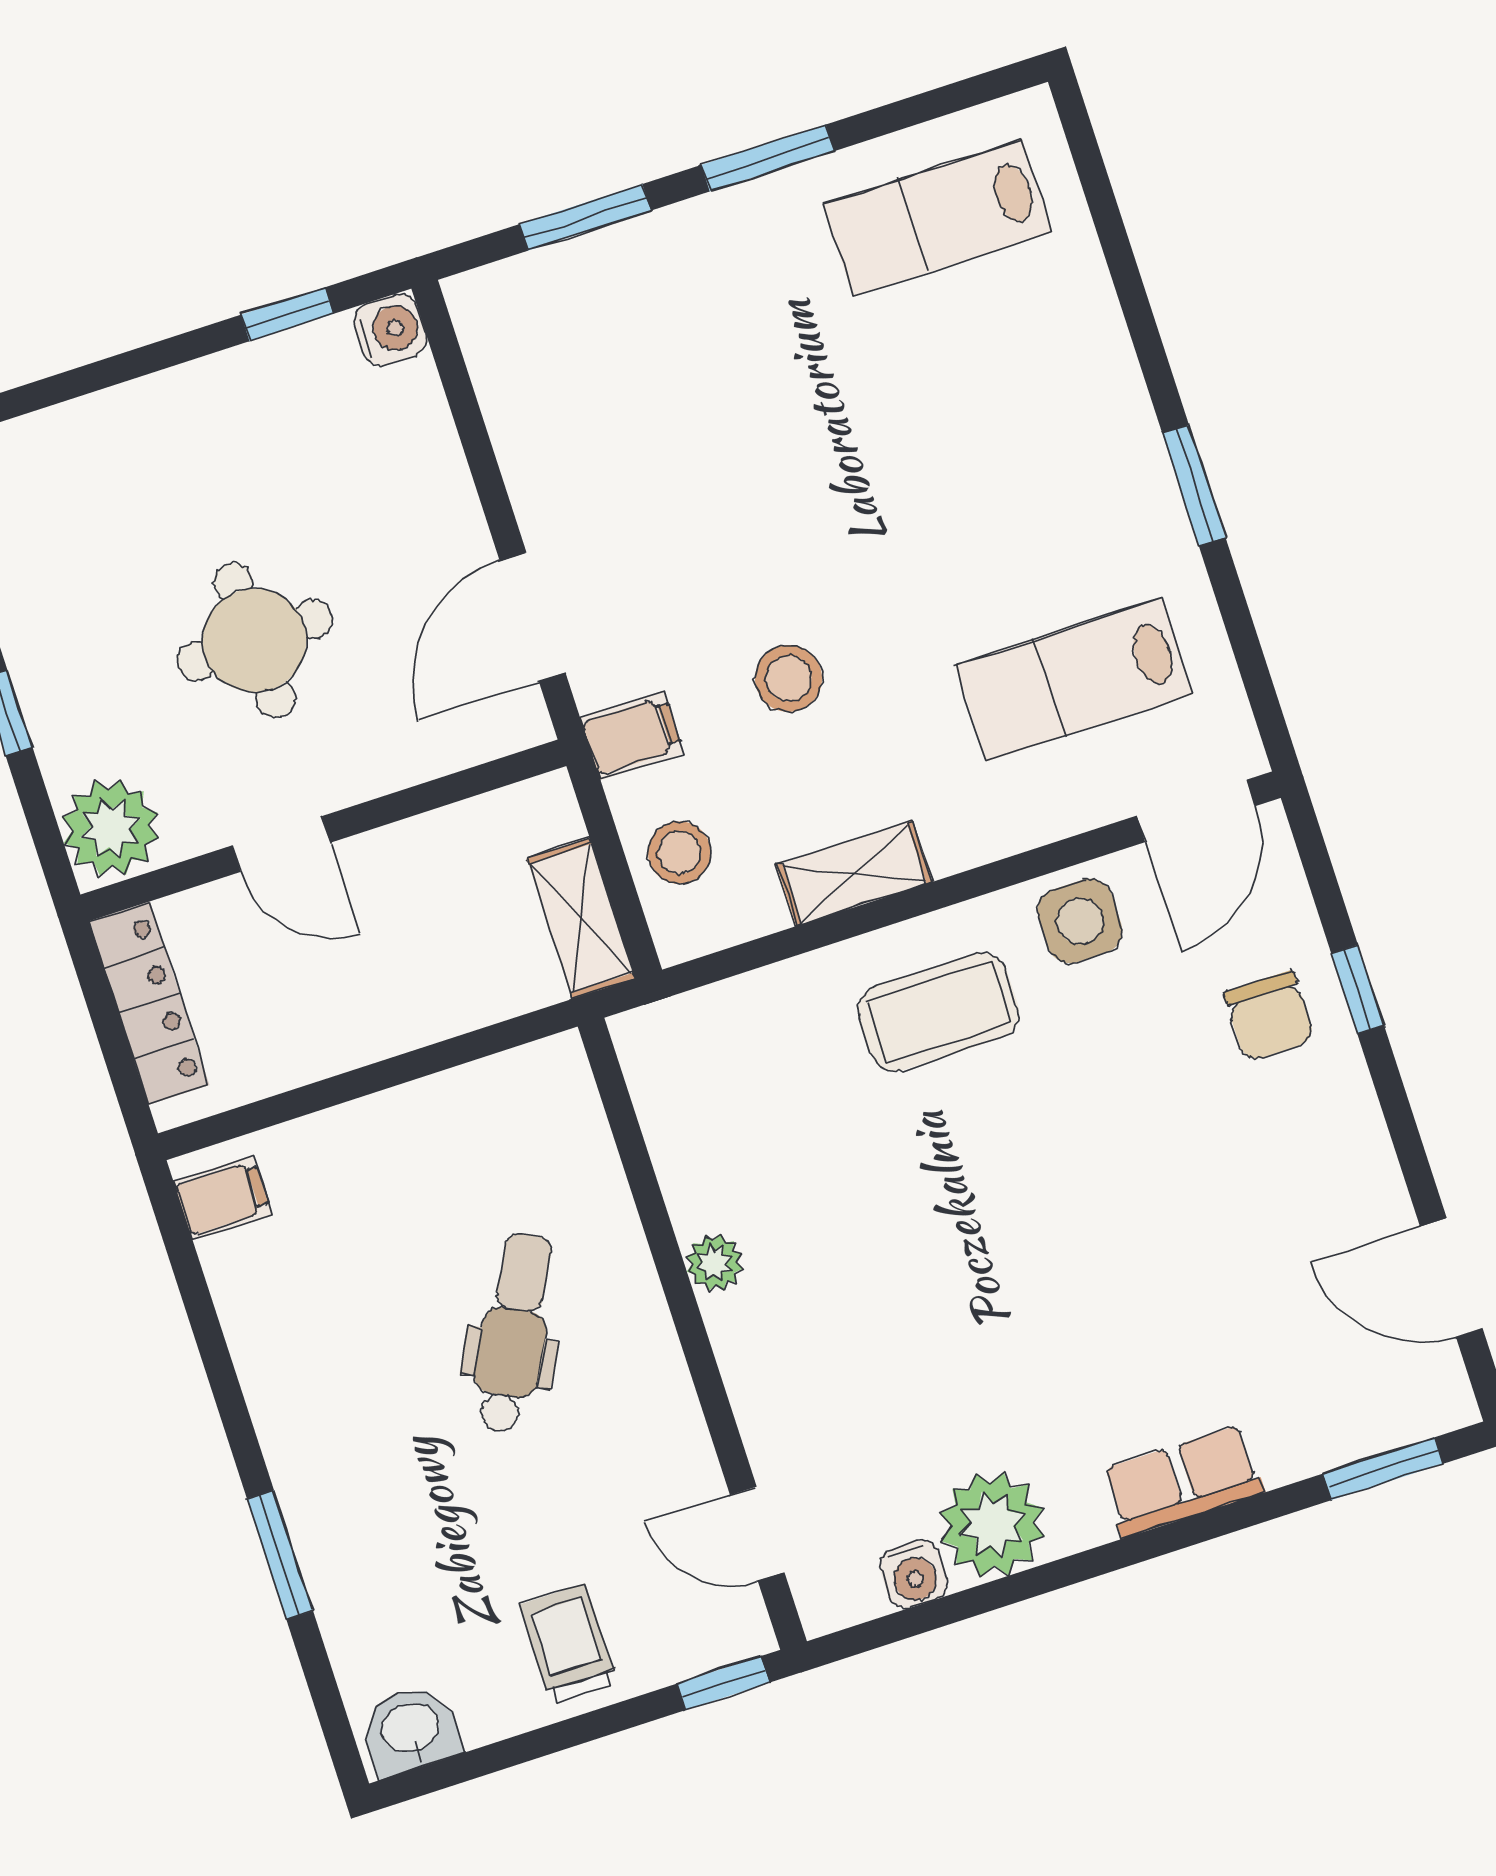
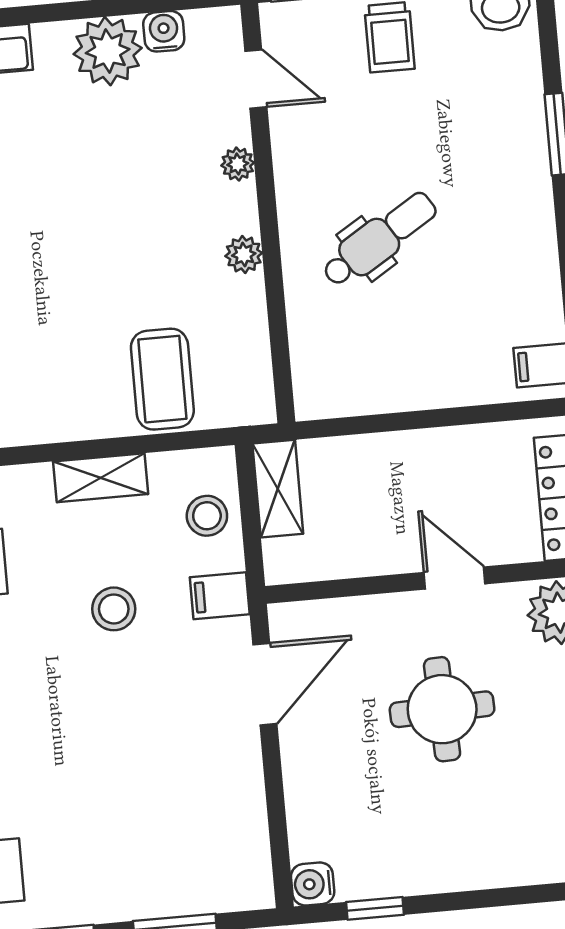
coffee table: (939, 1012) -> (162, 379), moved, turned 90
dental chair: (514, 1333) -> (379, 239), turned -150
plant: (755, 1398) -> (238, 164), added

